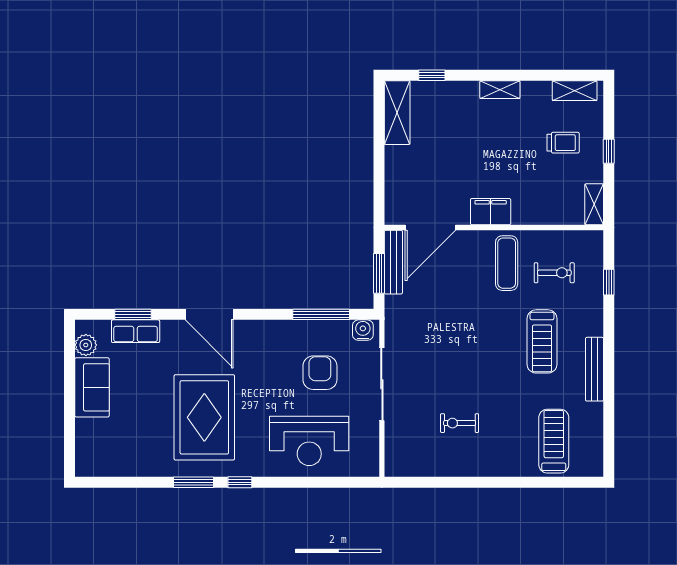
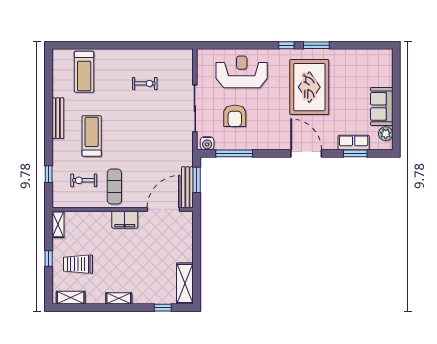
trolley: (563, 143) -> (78, 264), width x1.36, depth x1.39

